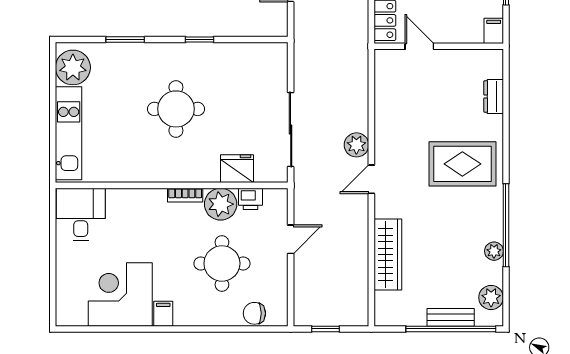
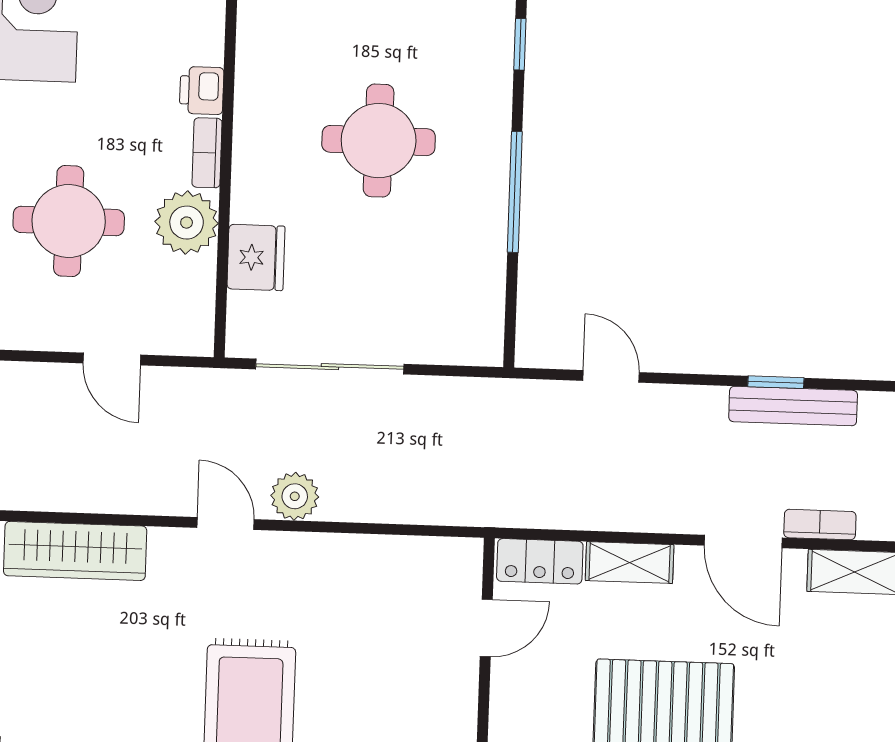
window: (125, 40) -> (520, 44), width x0.67
window: (199, 40) -> (515, 192), width x2.17
printer: (250, 199) -> (202, 90), moved

